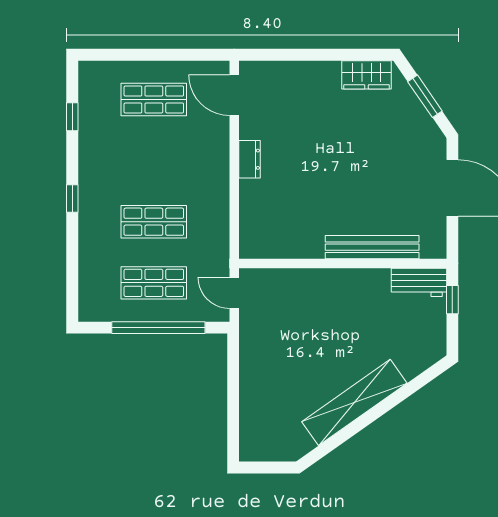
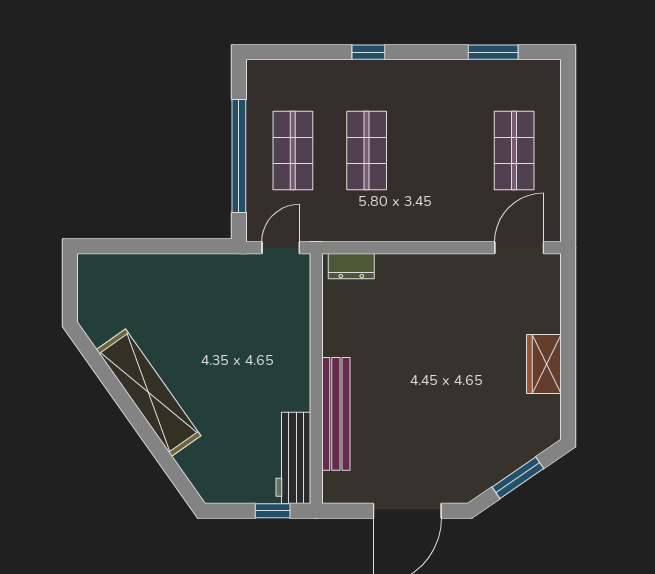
wardrobe: (367, 75) -> (544, 364), moved
window: (72, 117) -> (493, 52), width x1.50
dresser: (250, 159) -> (351, 266), moved
window: (72, 198) -> (368, 52), moved
workbench: (419, 282) -> (293, 458), width x1.37

